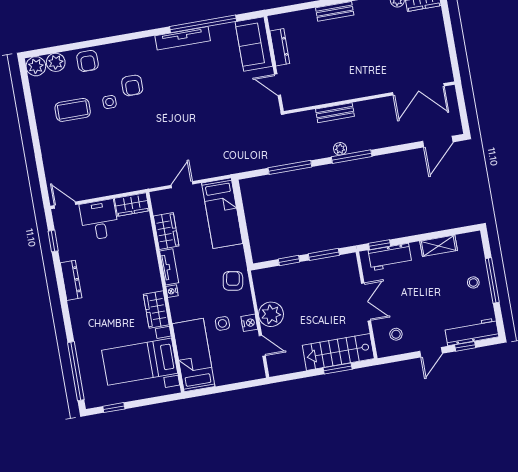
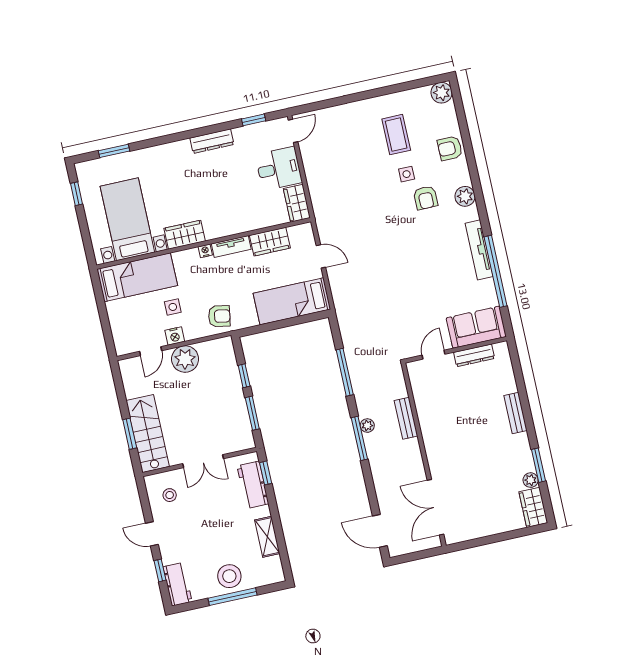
plant: (56, 62) -> (465, 196), moved
armchair: (132, 85) -> (426, 198), turned -90
stool: (473, 282) -> (229, 576), width x1.89, depth x1.89
workbench: (472, 332) -> (178, 584), width x0.73
window: (76, 371) -> (114, 151), width x0.47

